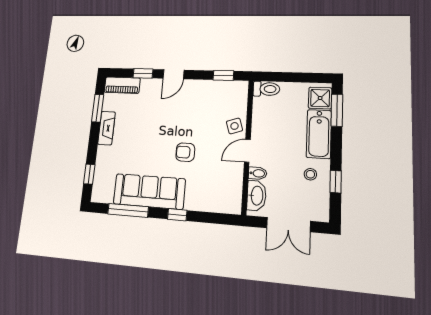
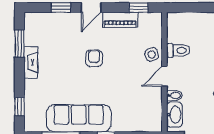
piano: (122, 85) -> (120, 20), moved
toilet: (266, 89) -> (178, 50), moved
armchair: (185, 152) -> (94, 58), moved, turned 90

